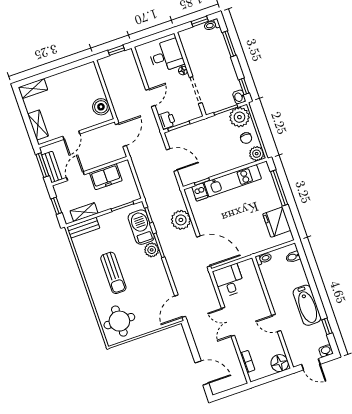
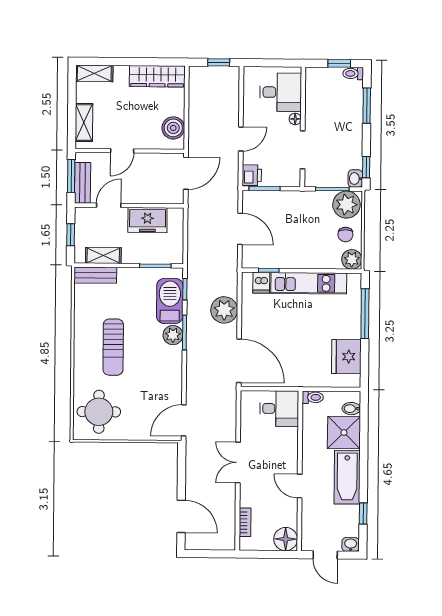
wardrobe: (77, 75) -> (157, 76), added
shower: (294, 275) -> (344, 433), added
desk: (229, 281) -> (279, 409), moved, turned 90

